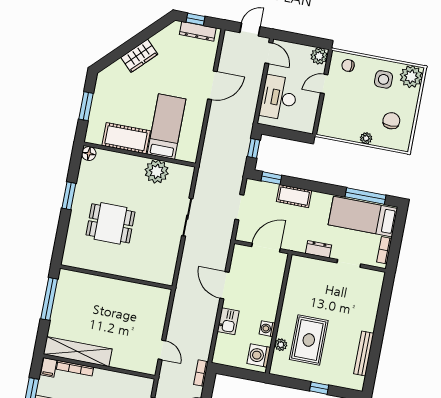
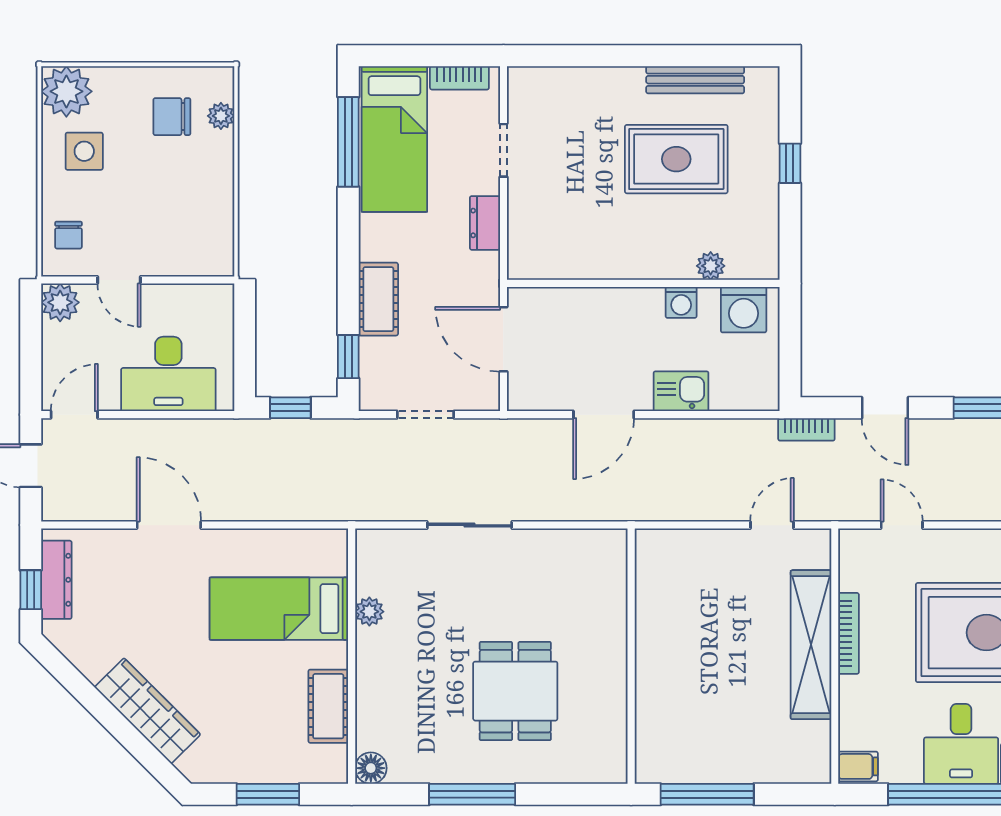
wardrobe: (139, 56) -> (148, 711), width x1.50
cot: (126, 138) -> (328, 706), width x0.73, depth x0.75
plant: (366, 138) -> (221, 116), moved
plant: (157, 172) -> (369, 612), width x0.53, depth x0.53
window: (69, 196) -> (472, 794), width x1.44
rug: (309, 340) -> (676, 159), moved
shelving: (78, 352) -> (811, 645), moved
bookcase: (75, 368) -> (849, 633), moved

